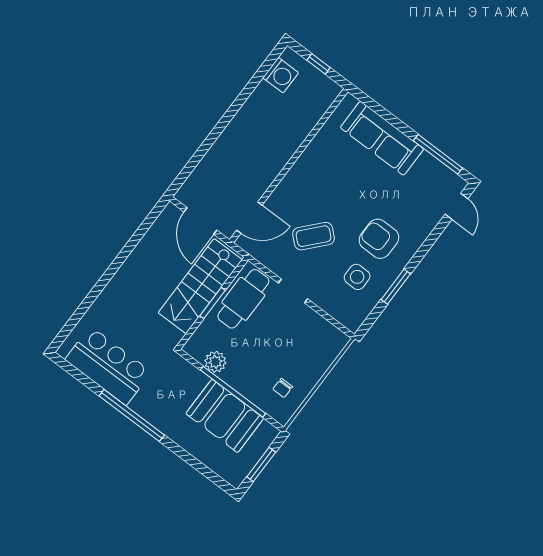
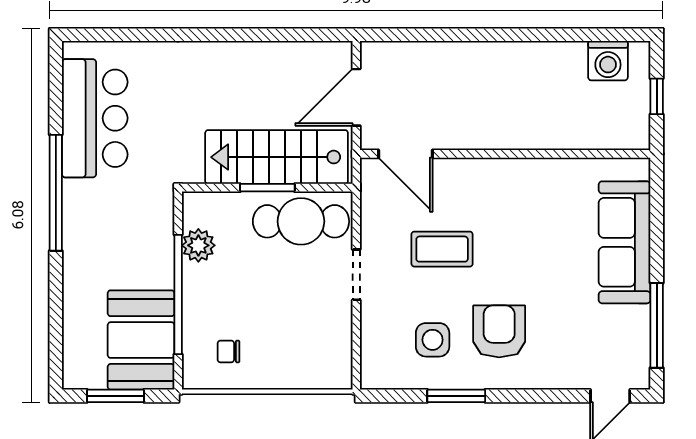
coffee table: (314, 236) -> (442, 249), turned -42
booth: (225, 416) -> (141, 340), moved

